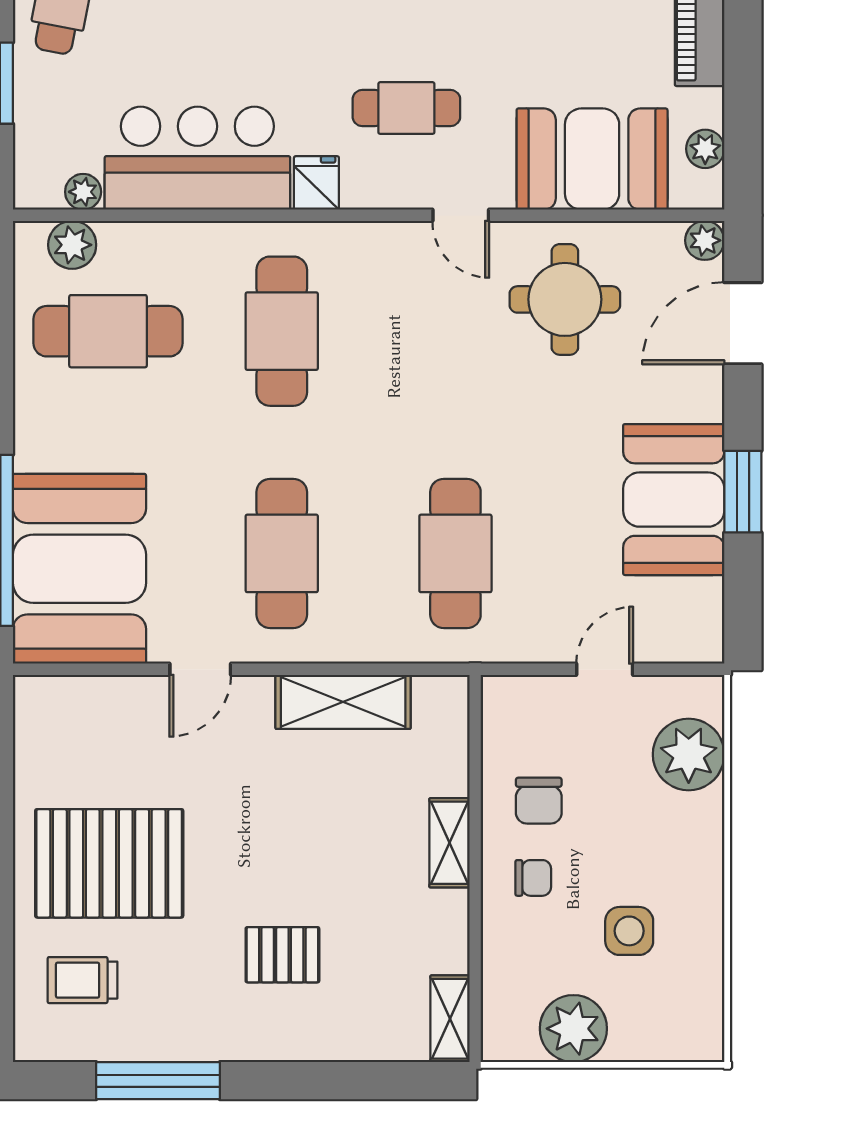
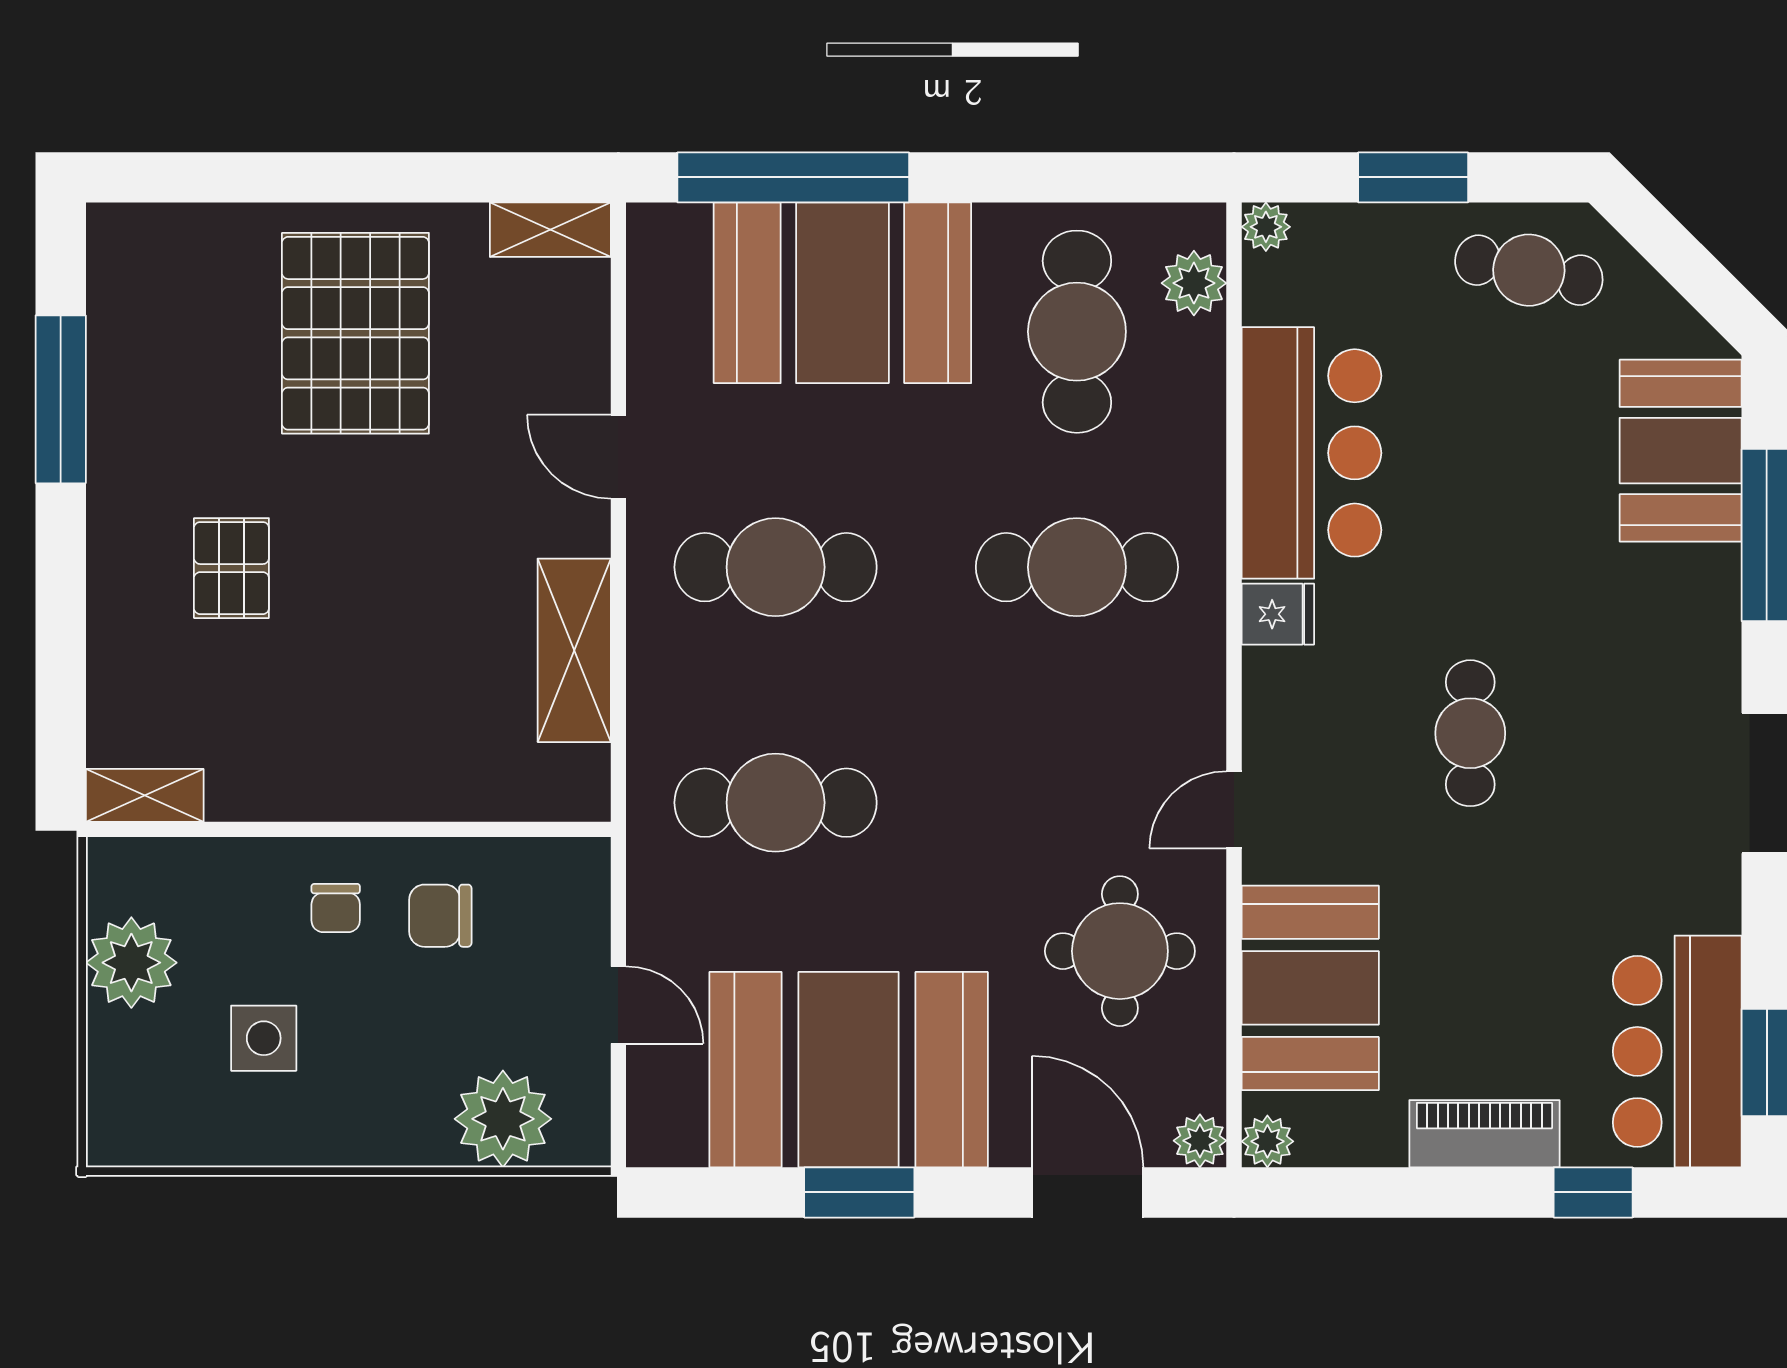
cafe table: (406, 108) -> (1470, 733), moved
plant: (705, 149) -> (1267, 1141), moved
plant: (83, 192) -> (1266, 227), moved
booth: (674, 500) -> (849, 1070), width x1.36, depth x1.42
booth: (79, 569) -> (842, 293), moved
shelving: (449, 843) -> (550, 230), moved
trolley: (82, 980) -> (197, 297), removed

